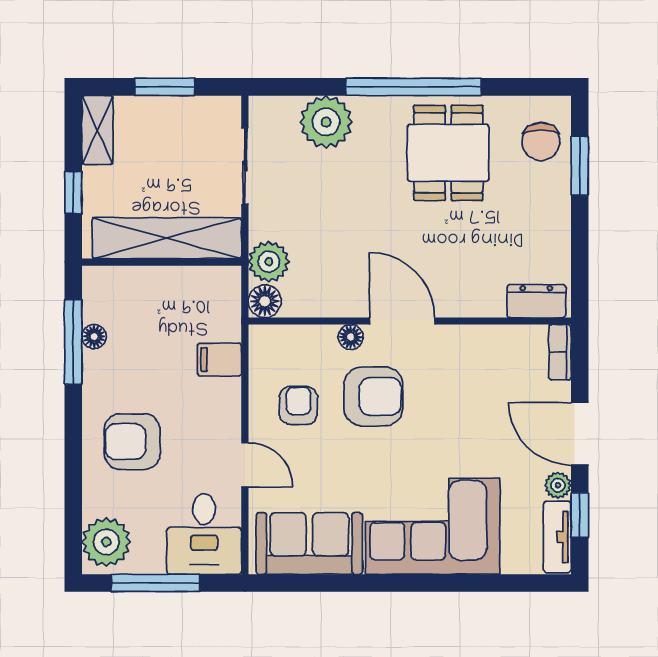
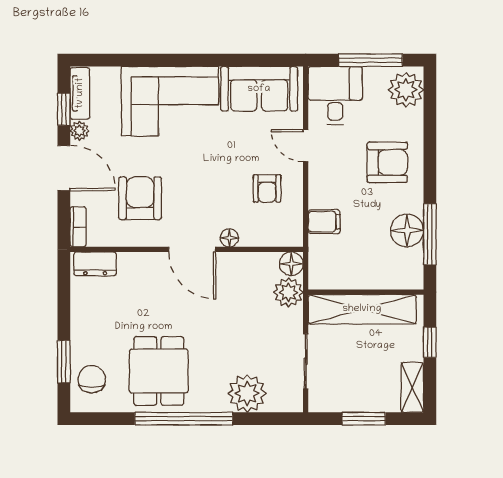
floor lamp: (94, 337) -> (407, 230), width x1.89, depth x1.89
armchair: (373, 396) -> (140, 198), moved, turned 90

